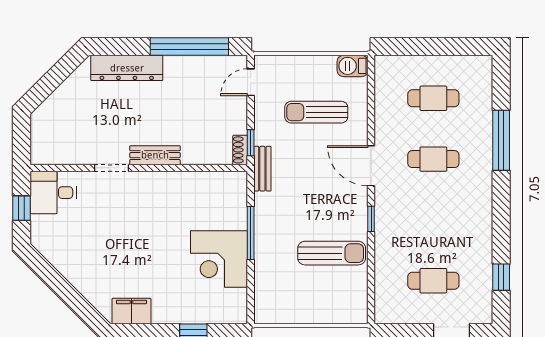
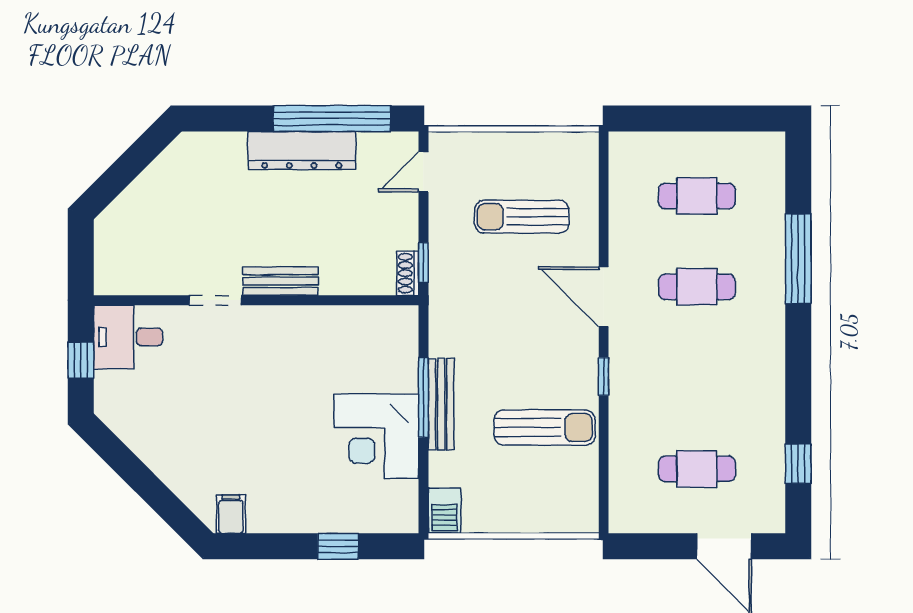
barbecue: (353, 66) -> (444, 511), moved, turned -90
dresser: (127, 68) -> (302, 150), moved
bench: (262, 169) -> (441, 404), moved, width x1.36
filing cabinet: (131, 311) -> (231, 514), width x0.50

